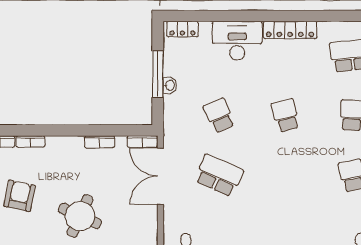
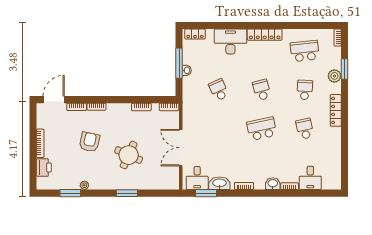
school desk: (219, 175) -> (262, 129), moved, turned -36
double door: (160, 176) -> (181, 148), moved

